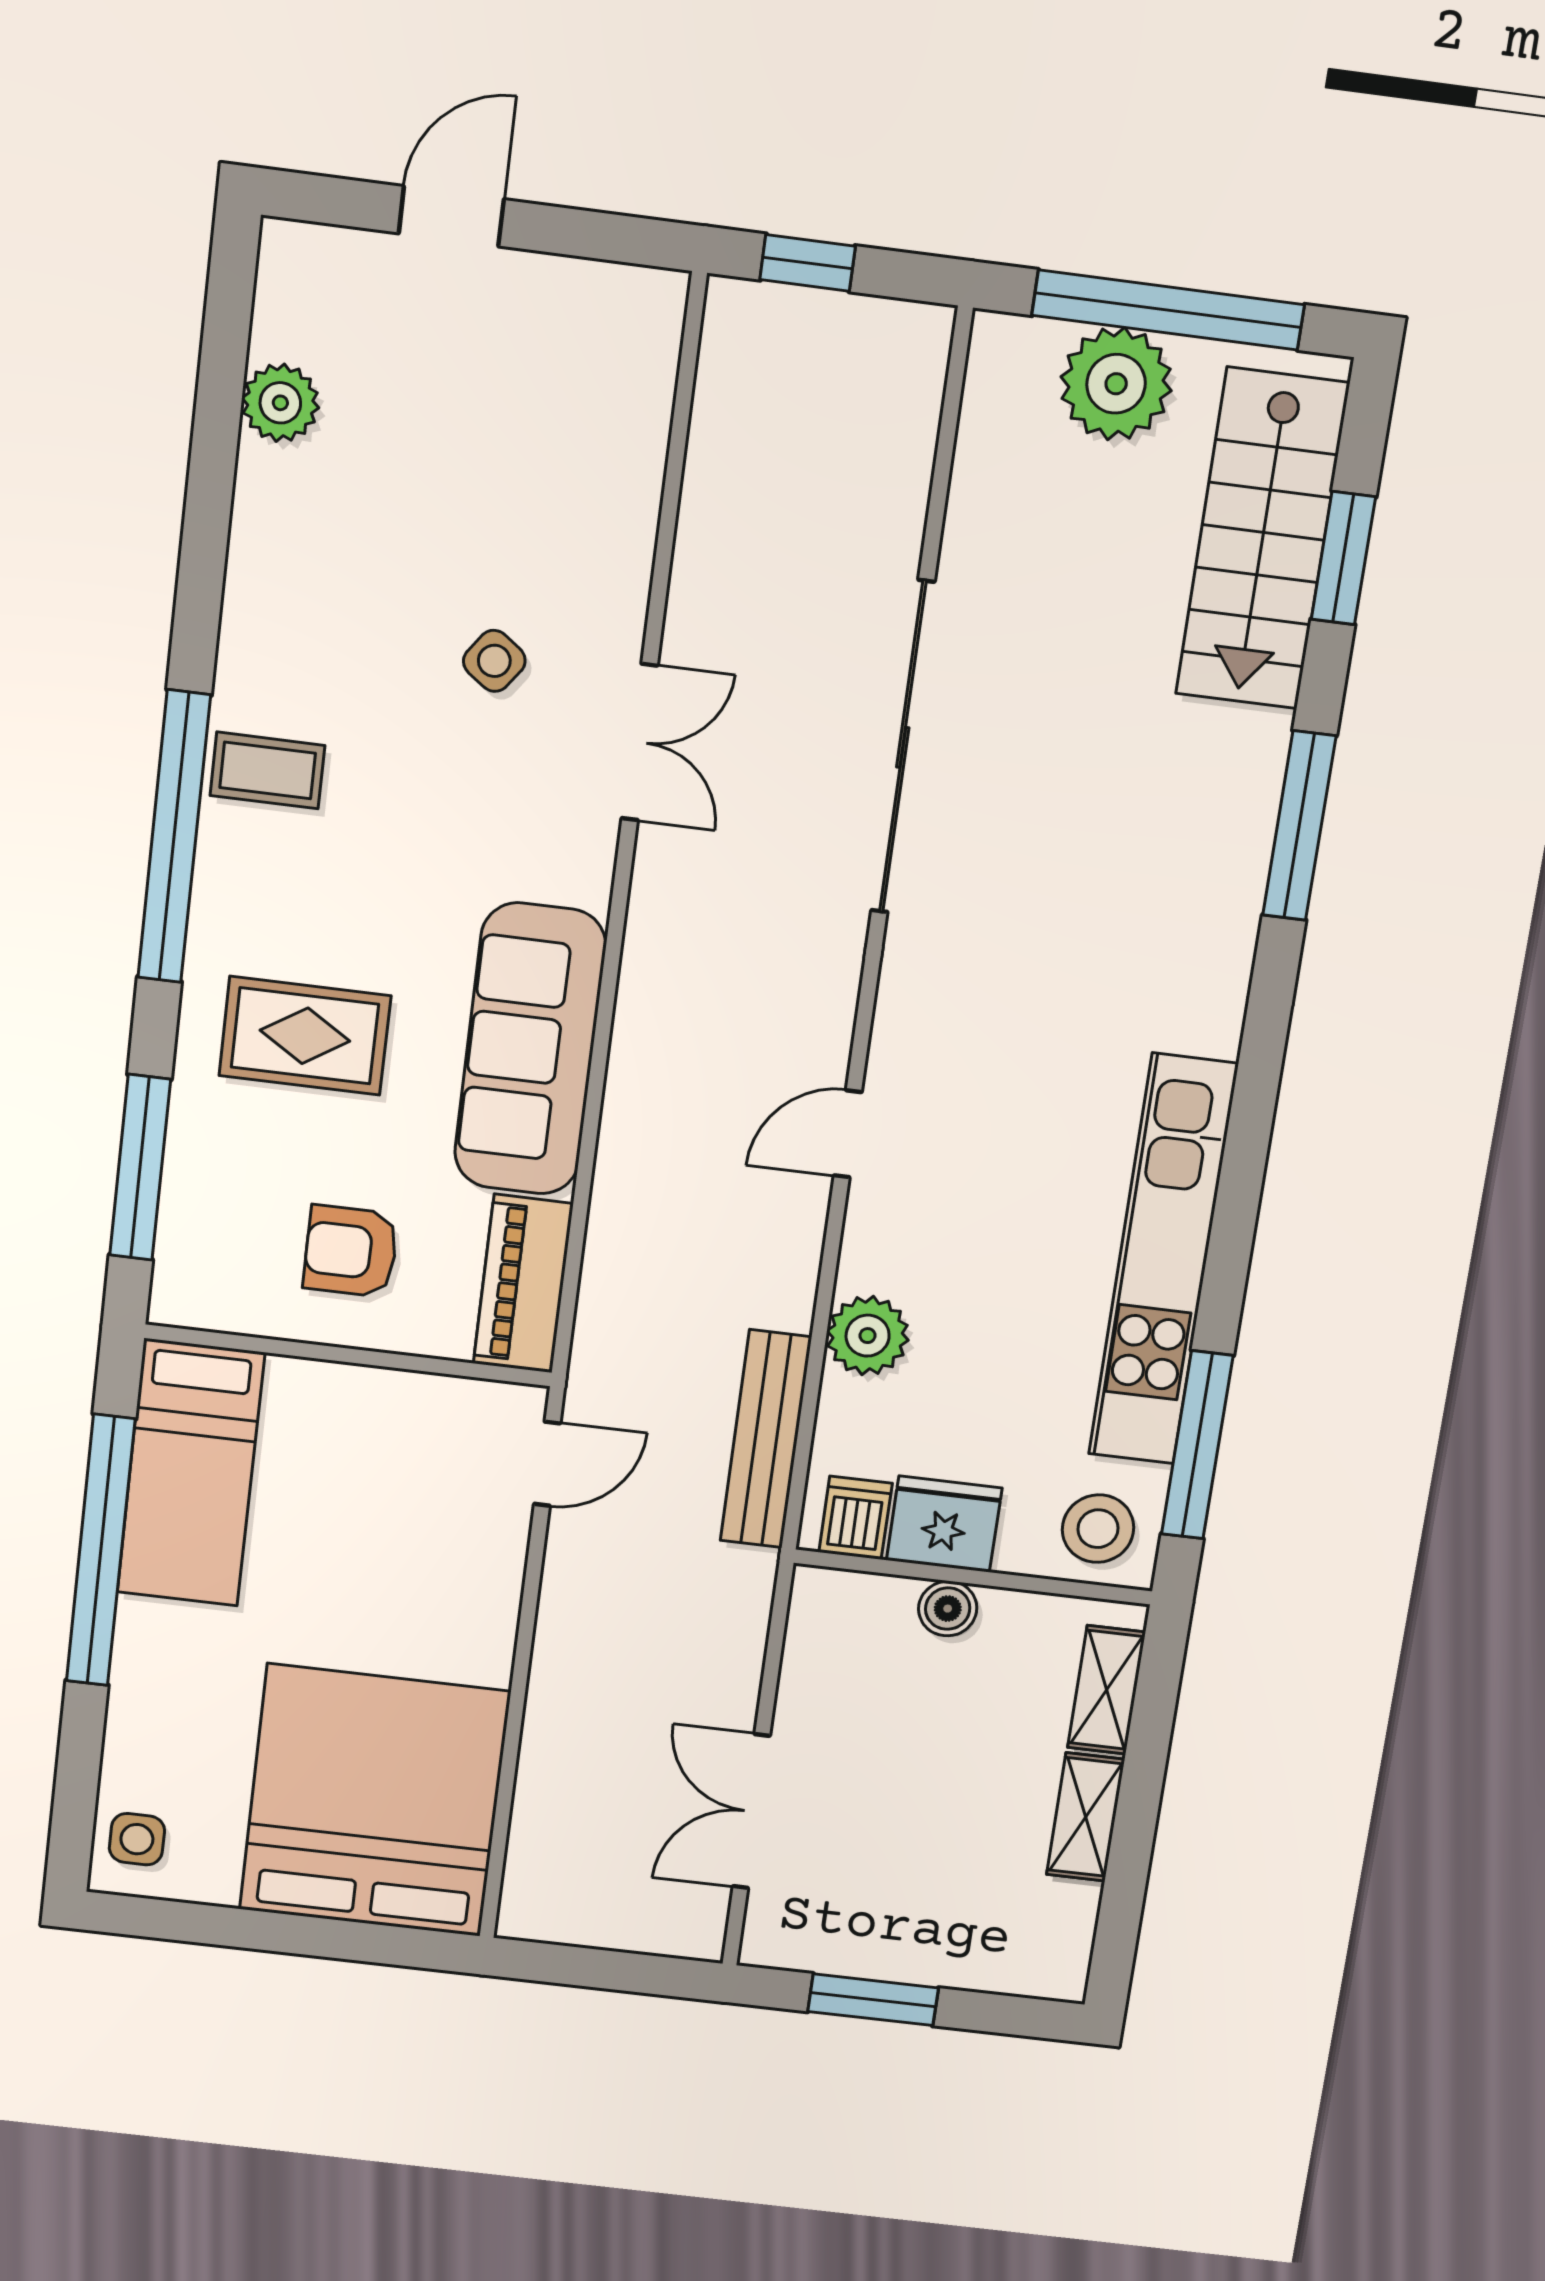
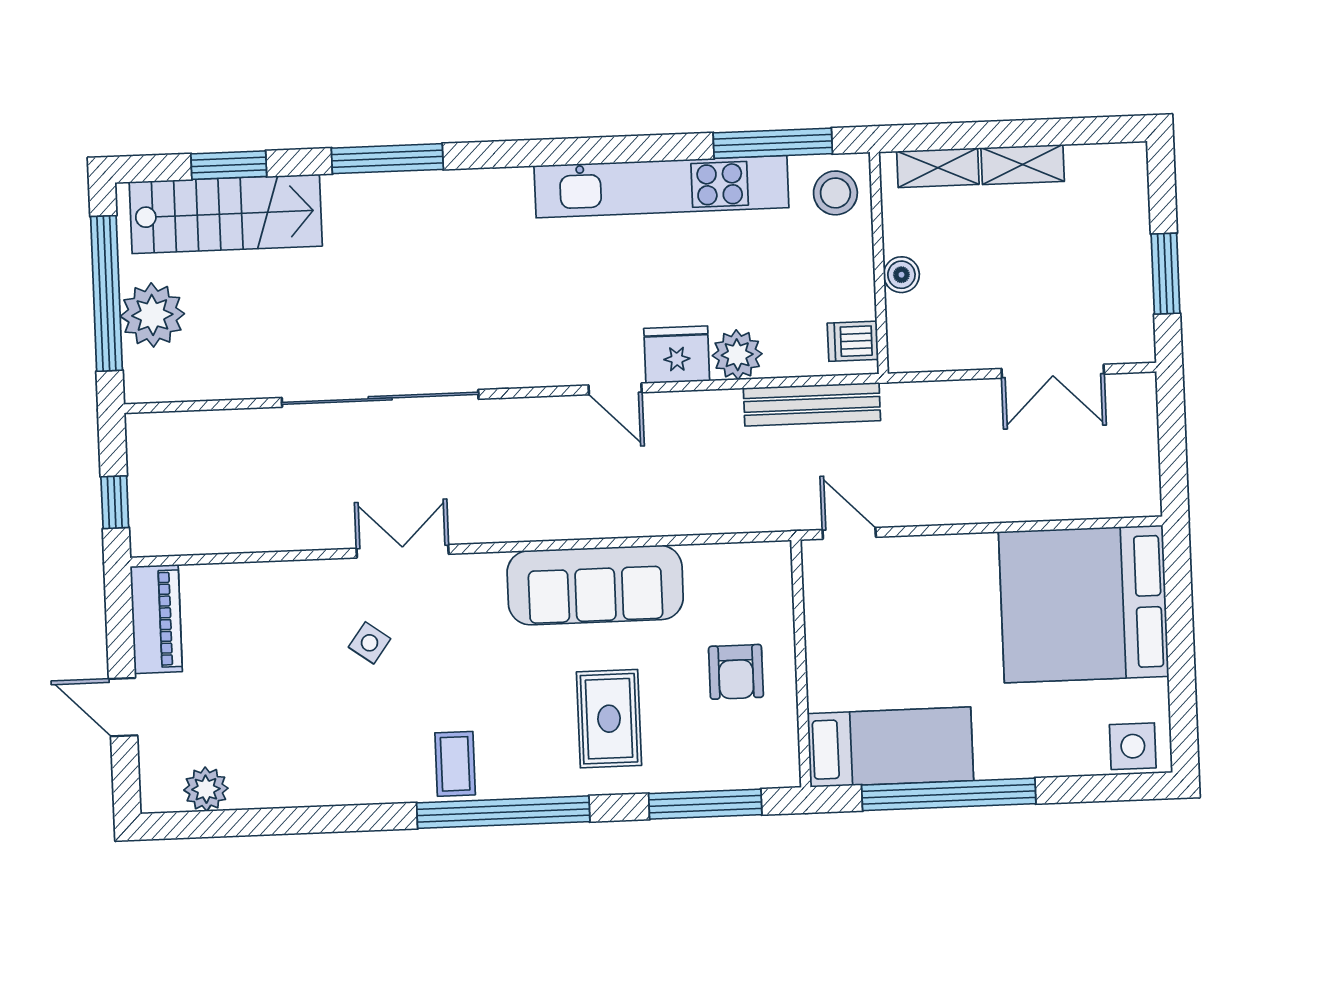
plant: (280, 403) -> (206, 789), moved
piano: (523, 1284) -> (156, 619), moved, turned -90
fridge: (944, 1524) -> (677, 355), moved, turned 90
side table: (137, 1839) -> (1133, 746), width x1.37, depth x1.37

